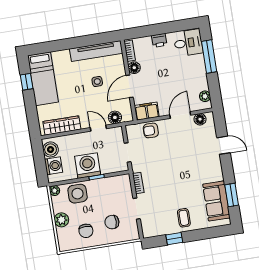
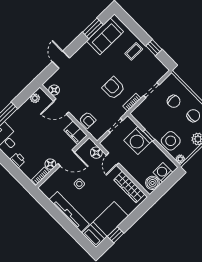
tv unit: (96, 51) -> (69, 212), moved
washing machine: (88, 166) -> (138, 140), moved
armchair: (163, 175) -> (113, 88), added

